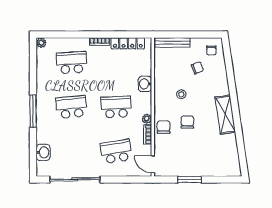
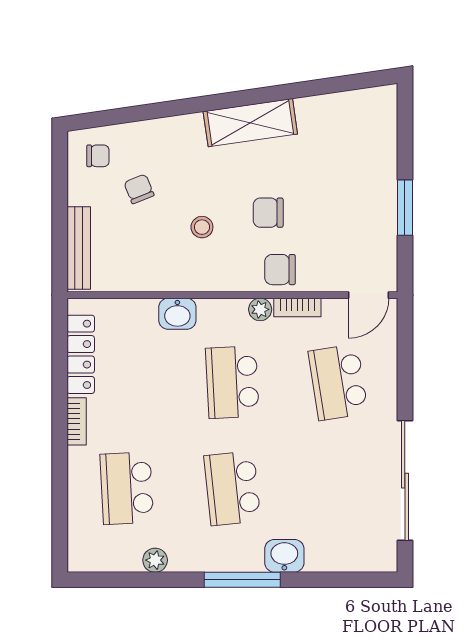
plant: (41, 43) -> (155, 560), moved
washbasin: (43, 152) -> (284, 556), moved

